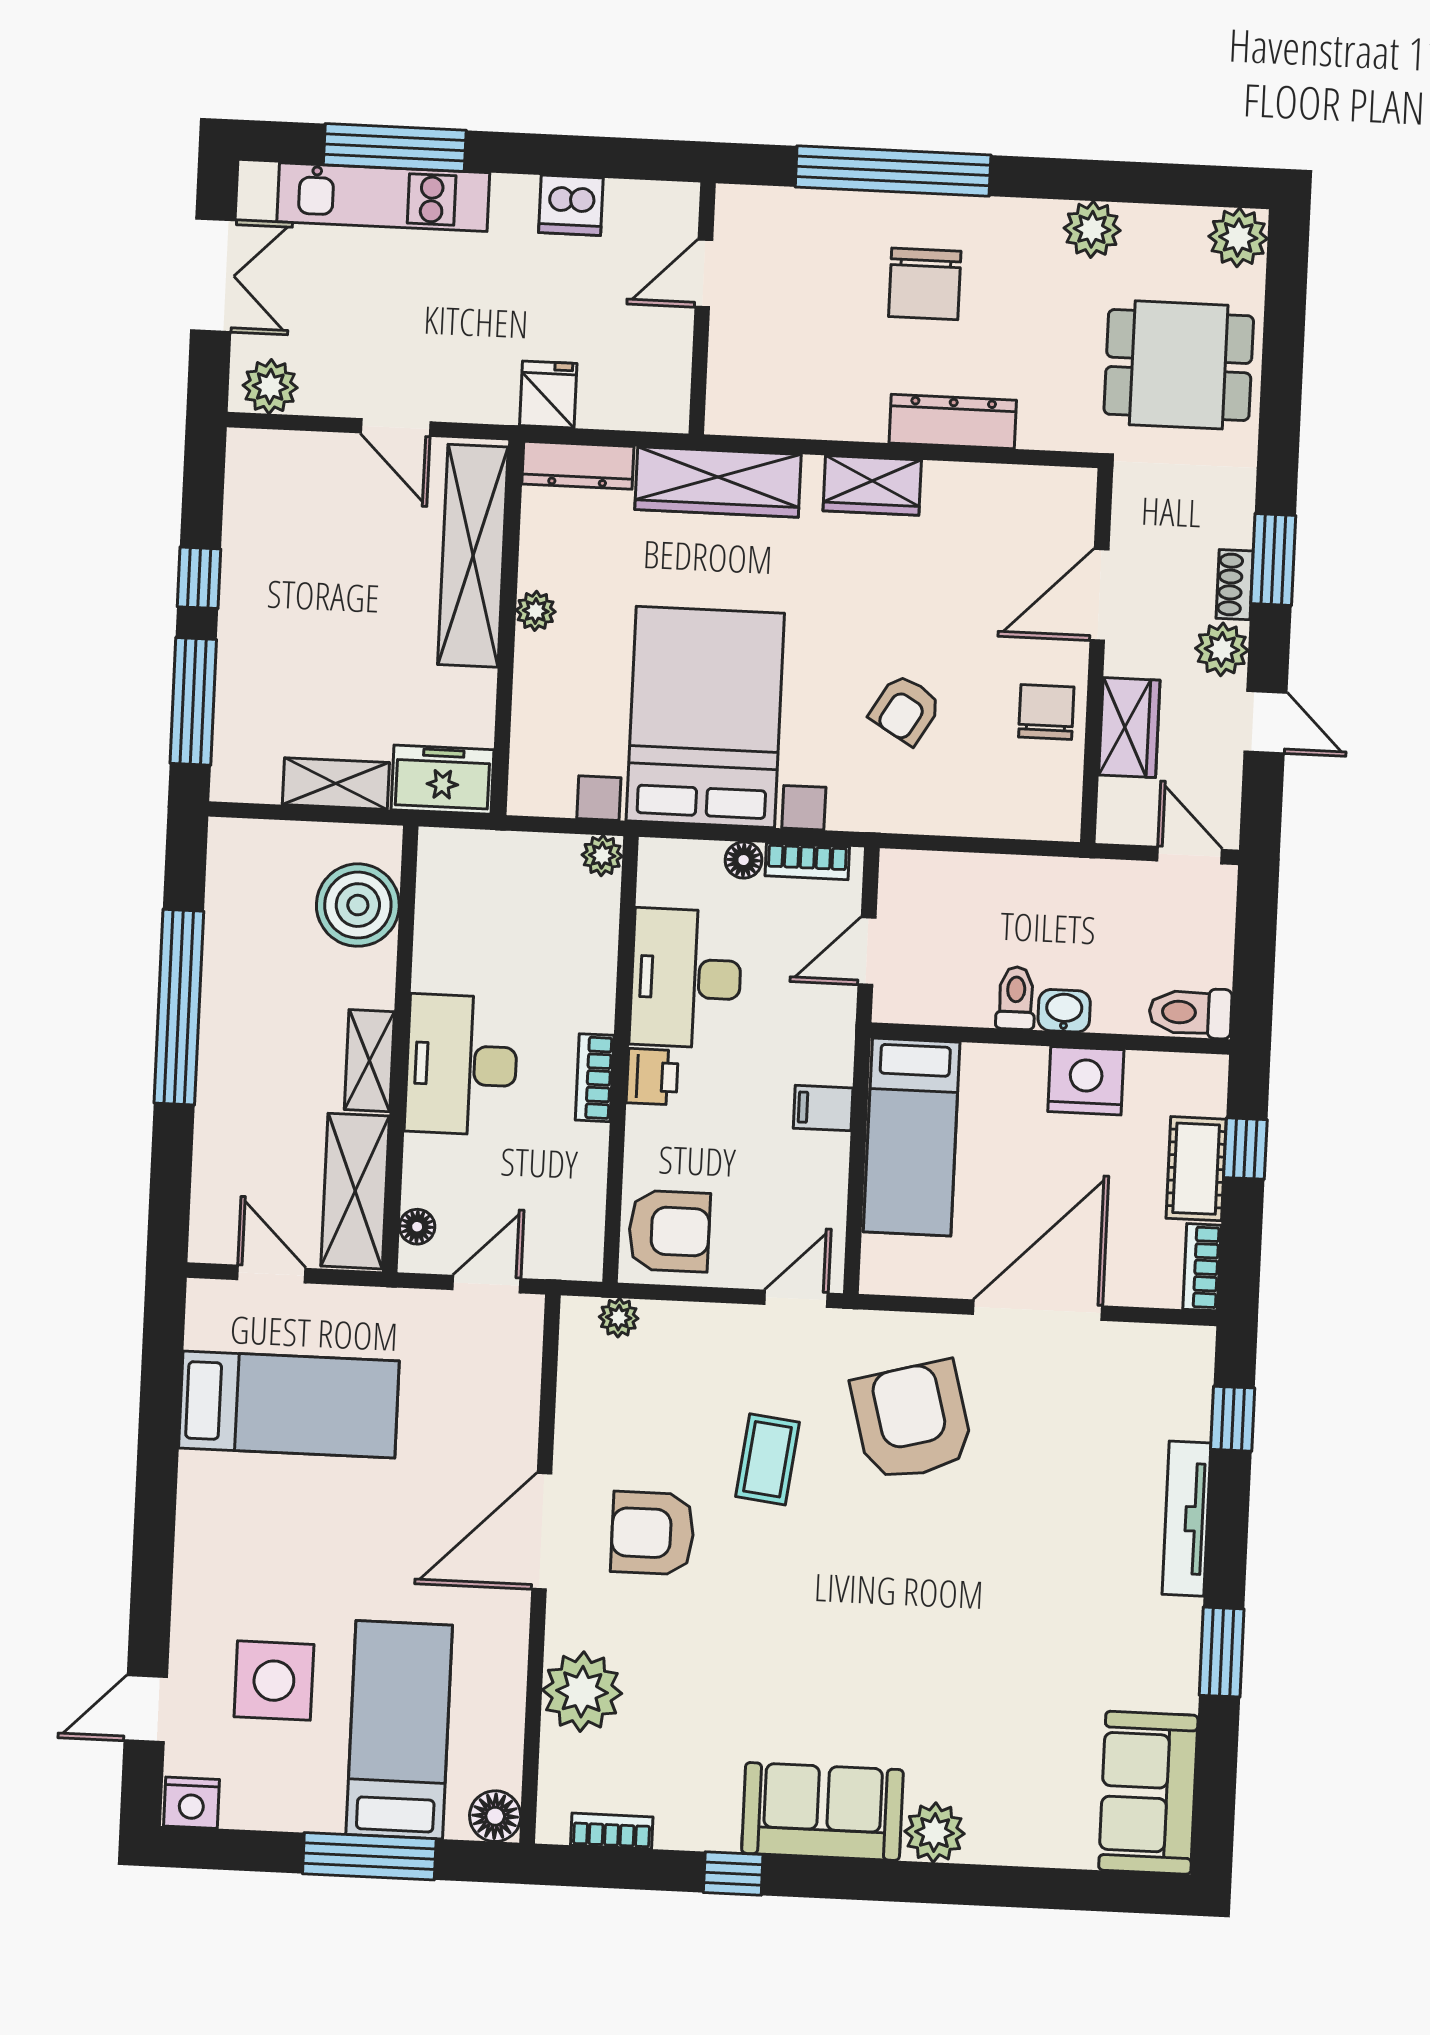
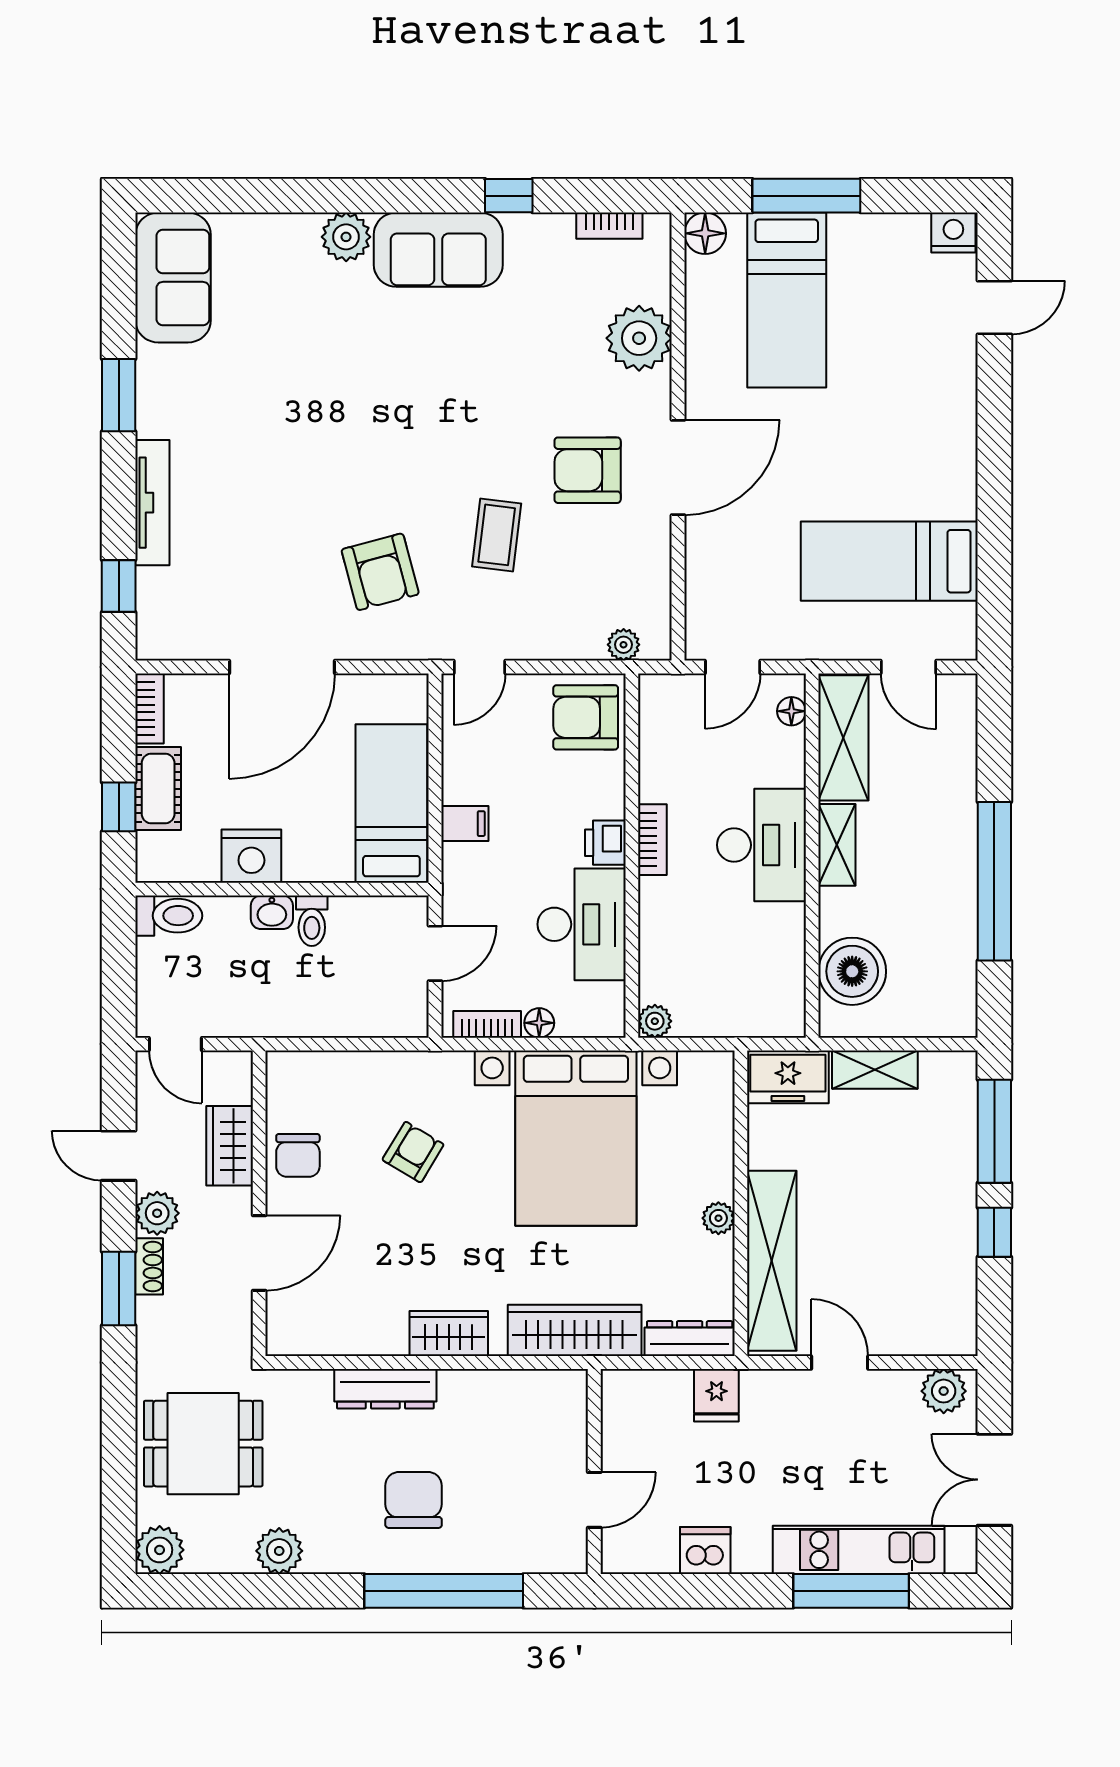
armchair: (912, 1421) -> (380, 572), width x0.73, depth x0.73
armchair: (653, 1533) -> (588, 470), turned 180
side table: (274, 1681) -> (891, 335), removed

